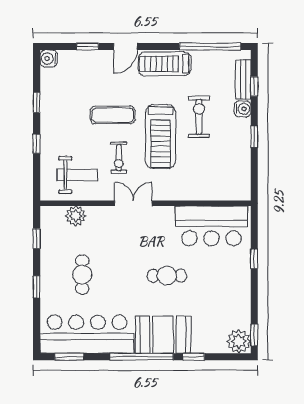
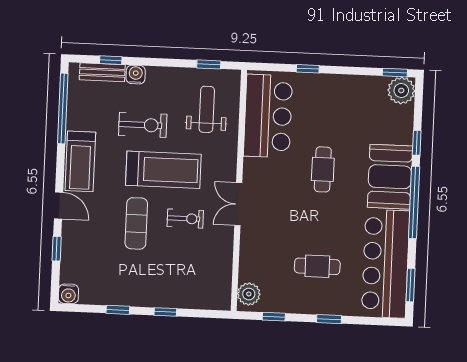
exercise bike: (199, 117) -> (143, 125), turned 180
window: (254, 137) -> (209, 64), moved
weight bench: (77, 175) -> (207, 109), moved
plant: (76, 216) -> (249, 294), moved

